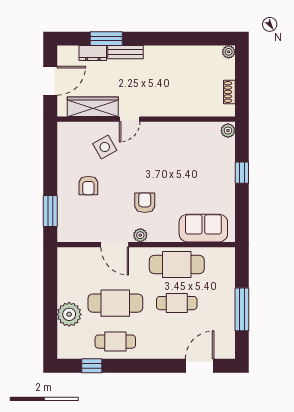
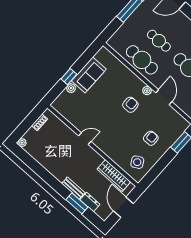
door: (50, 81) -> (123, 207), hinge flipped
door: (130, 119) -> (85, 139), moved
plant: (228, 131) -> (71, 88), moved
side table: (105, 147) -> (137, 162), moved
armchair: (145, 203) -> (130, 105), turned 180
sofa: (203, 228) -> (89, 75), moved, turned -90

